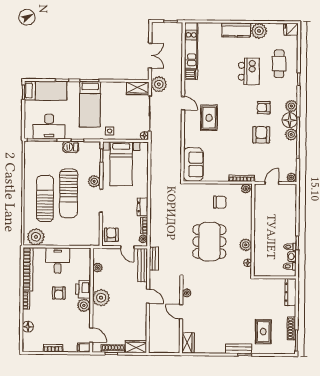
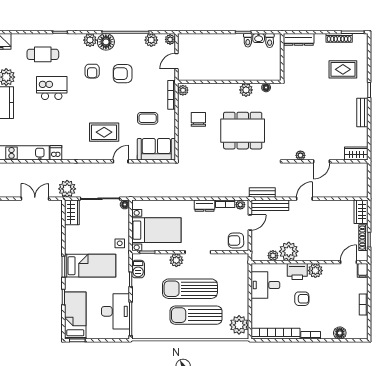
door: (183, 103) -> (121, 161), moved
plant: (291, 134) -> (151, 40), moved
barbecue: (71, 147) -> (138, 269), moved
coffee table: (221, 157) -> (148, 118), added
door: (272, 183) -> (176, 61), hinge flipped
sun lounger: (69, 193) -> (190, 289), turned 180
desk: (58, 260) -> (265, 285), moved
plant: (101, 298) -> (289, 251), moved
bench: (239, 349) -> (362, 113), moved

